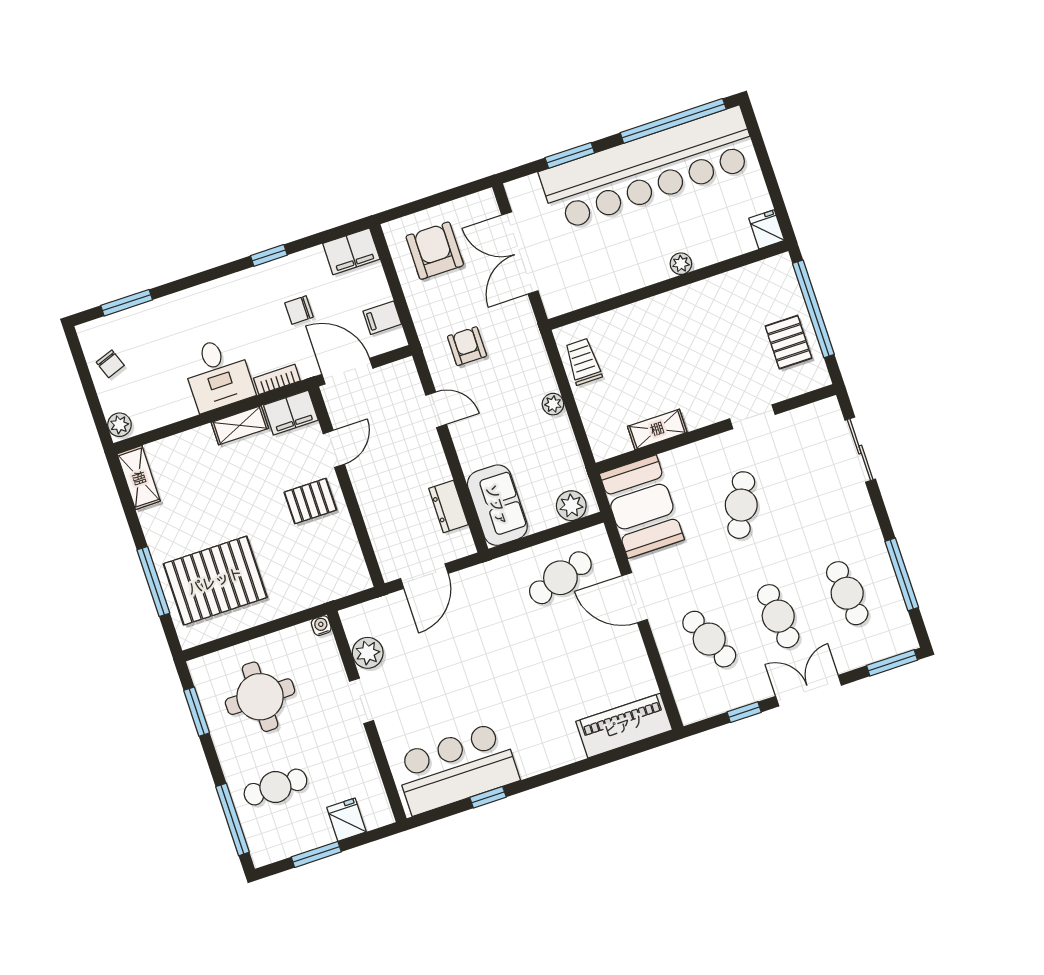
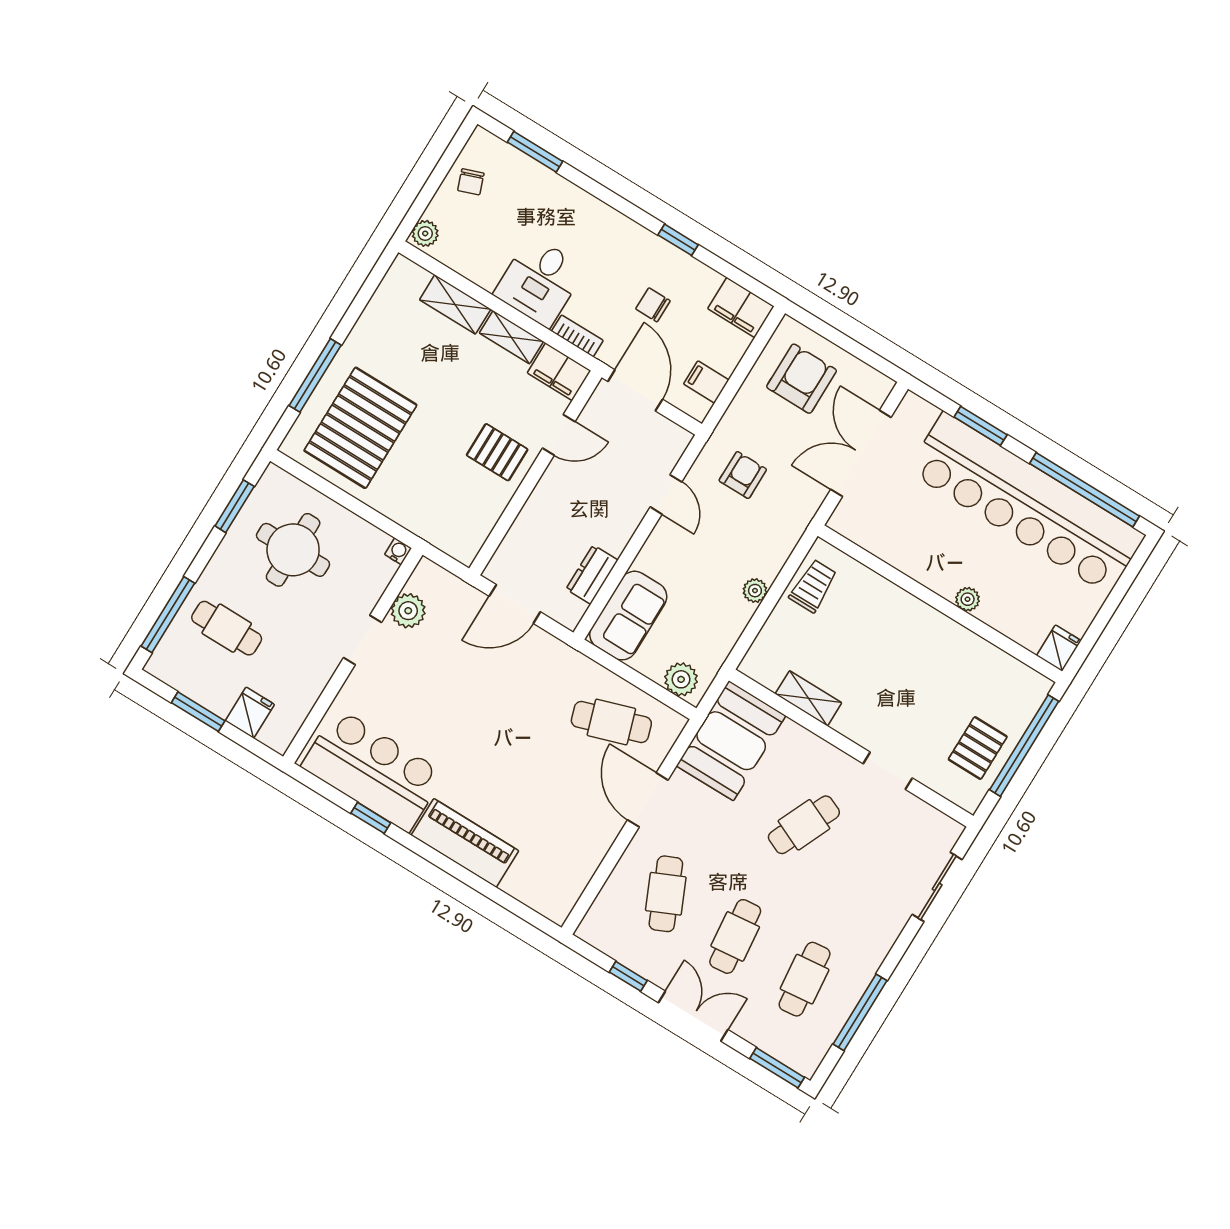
shelving: (139, 478) -> (455, 304), moved, turned 90
pallet: (215, 581) -> (360, 428), turned 90
piano: (624, 726) -> (465, 843), moved

